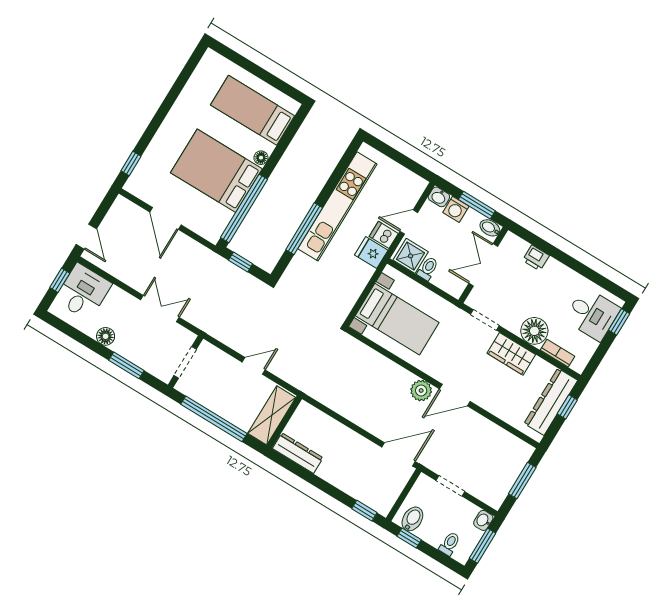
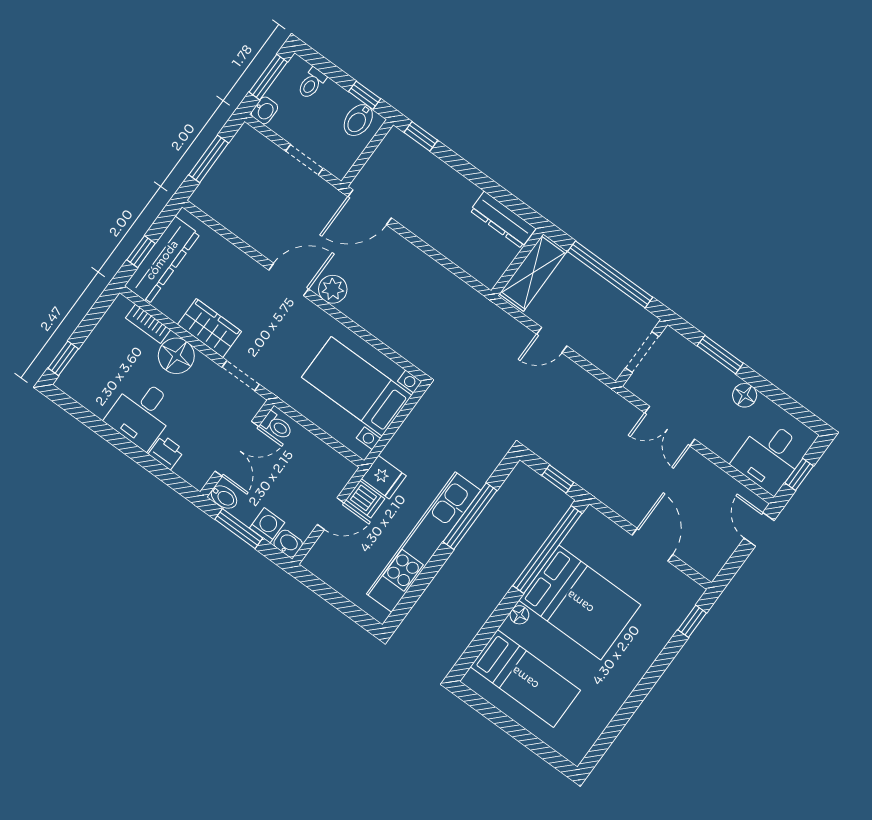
shower: (411, 256) -> (332, 469), removed
toilet: (428, 269) -> (277, 426), moved, turned -90
desk: (592, 314) -> (142, 413), moved, turned -90

